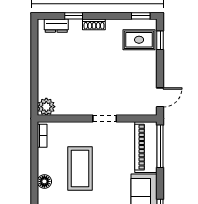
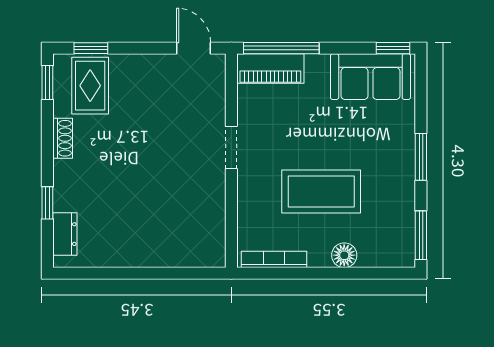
shoe rack: (94, 24) -> (63, 138), moved
plant: (46, 107) -> (210, 252), removed
bookcase: (42, 136) -> (274, 259), width x1.56
piano: (146, 147) -> (270, 69), width x0.73, depth x0.75

